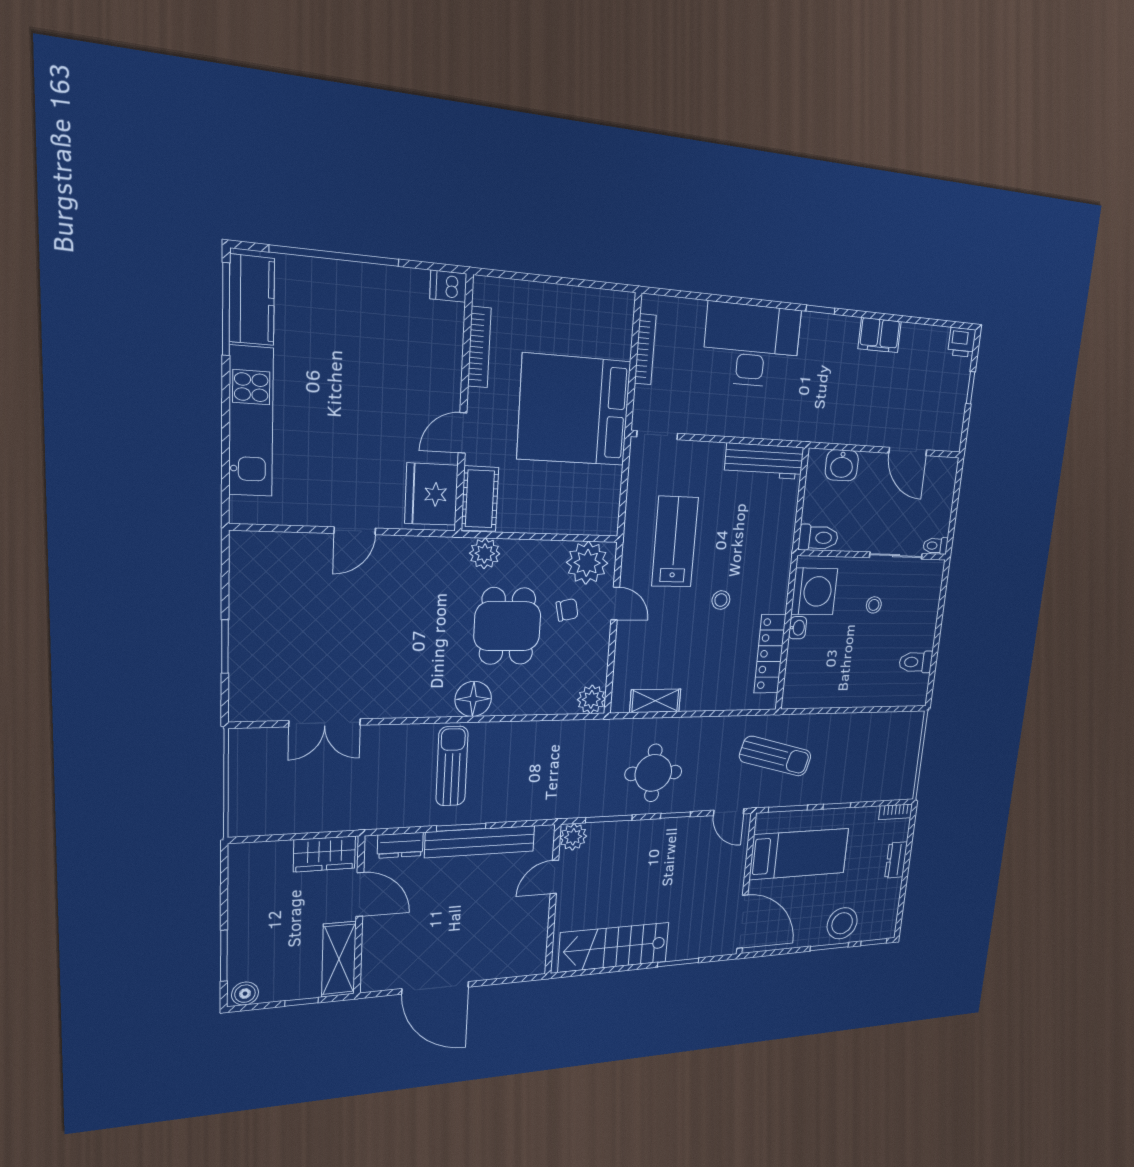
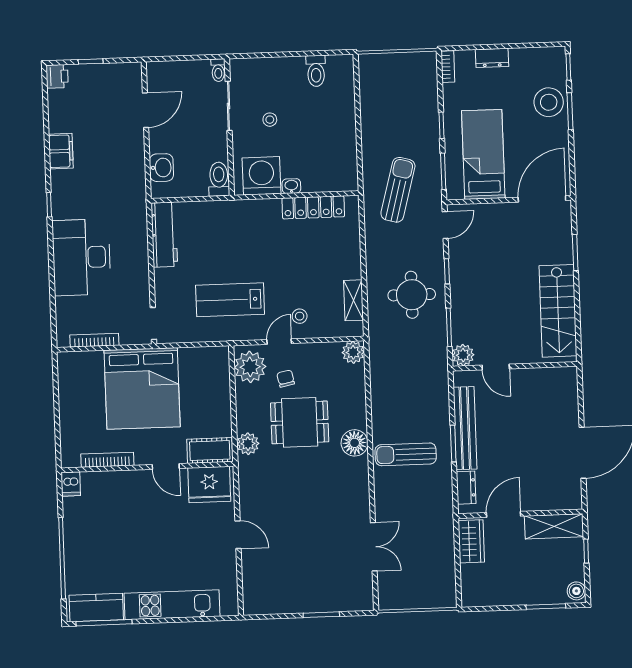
stool: (721, 600) -> (300, 316), moved

